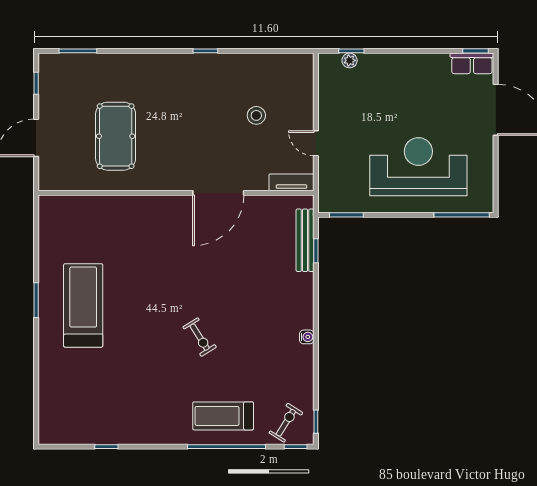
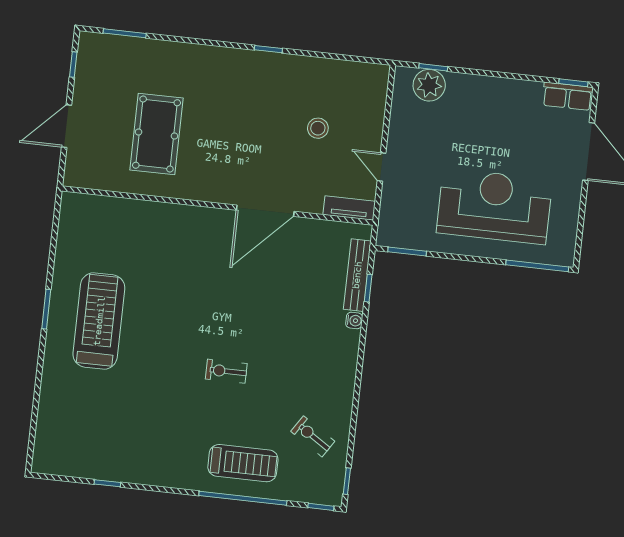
plant: (350, 60) -> (429, 85), width x1.88, depth x1.88
exercise bike: (200, 337) -> (226, 371), turned 122
water cooler: (307, 337) -> (354, 320), moved
treadmill: (223, 416) -> (243, 463), turned 180
exercise bike: (286, 423) -> (313, 436), moved, turned -89

